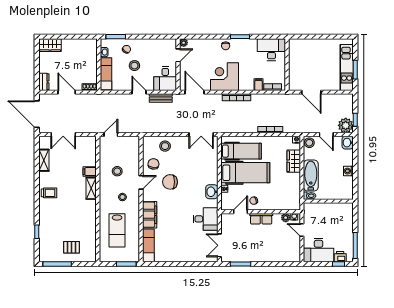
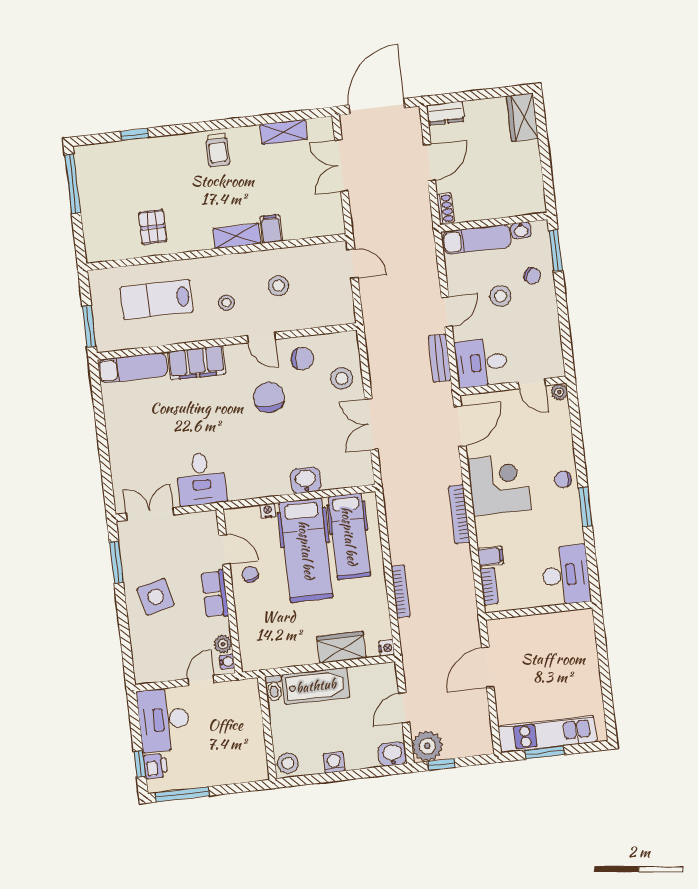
double door: (201, 134) -> (371, 424), moved
stool: (309, 143) -> (288, 763), moved
washbasin: (212, 192) -> (306, 480), moved
pallet: (72, 247) -> (153, 227), moved
side table: (259, 247) -> (156, 597), added

